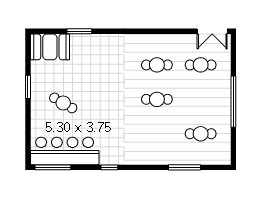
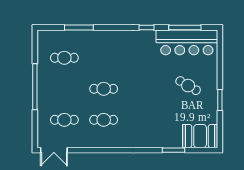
double door: (212, 31) -> (54, 150), swing flipped
window: (53, 167) -> (185, 28), moved

